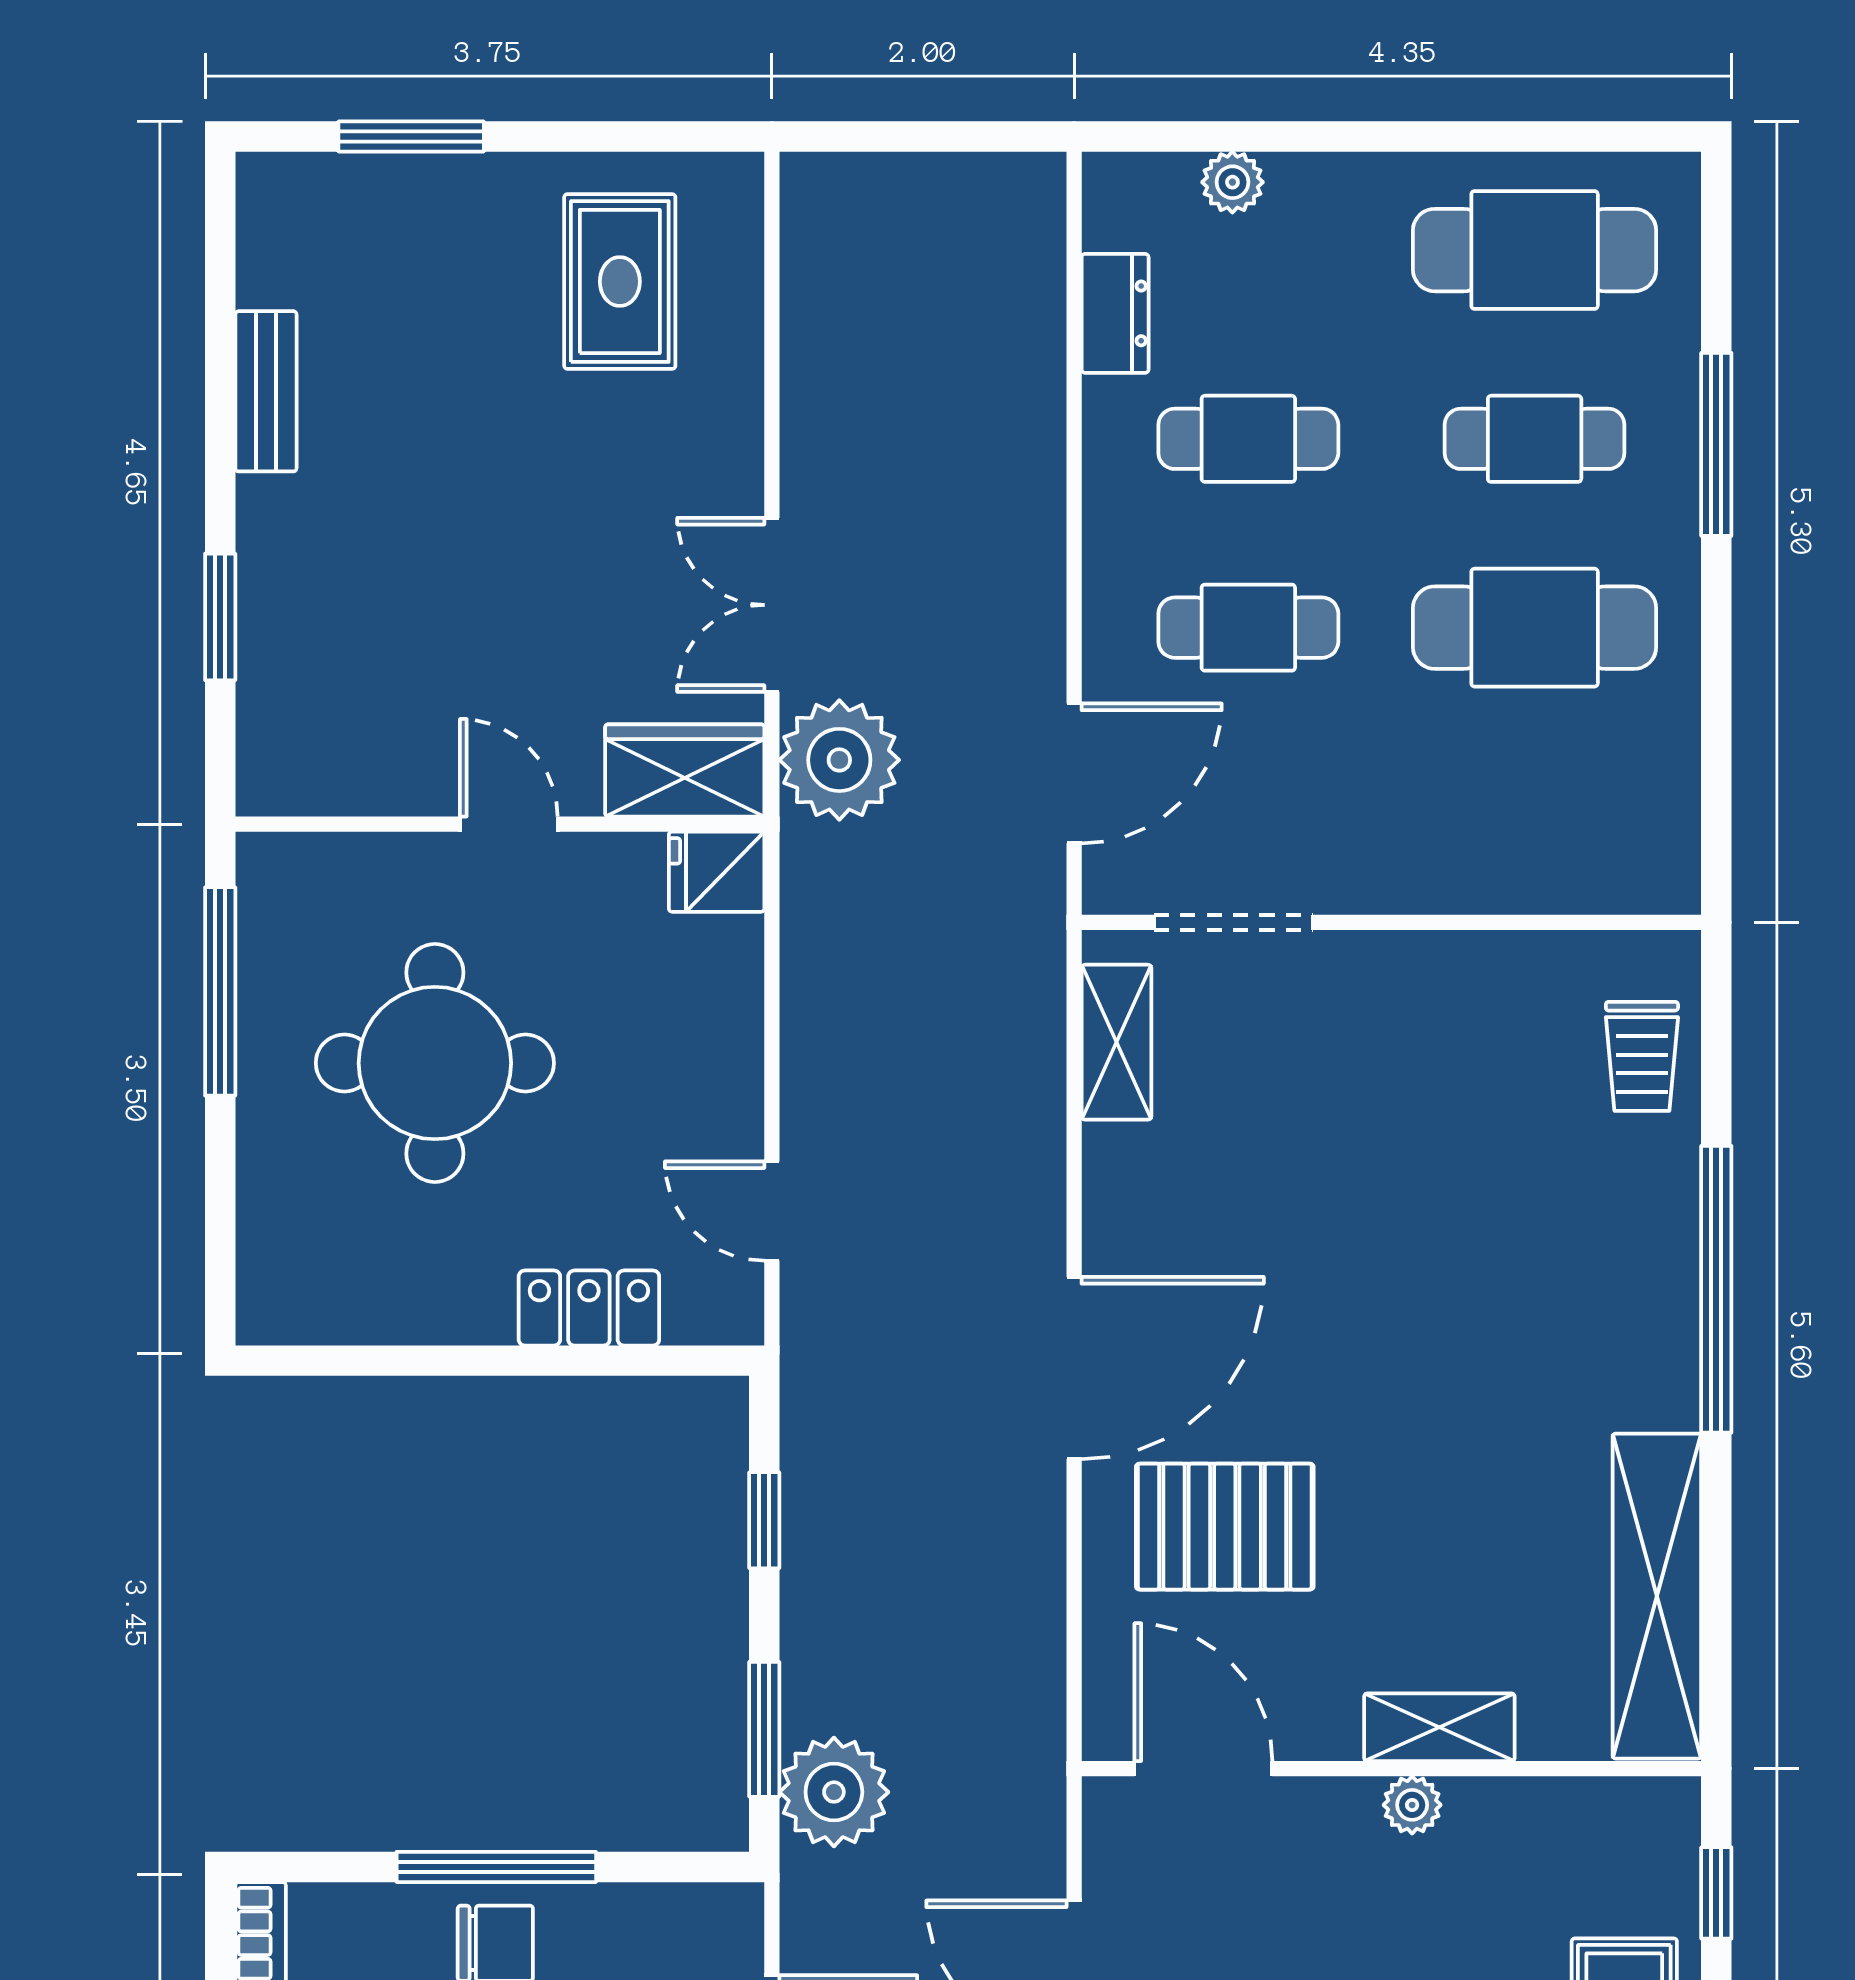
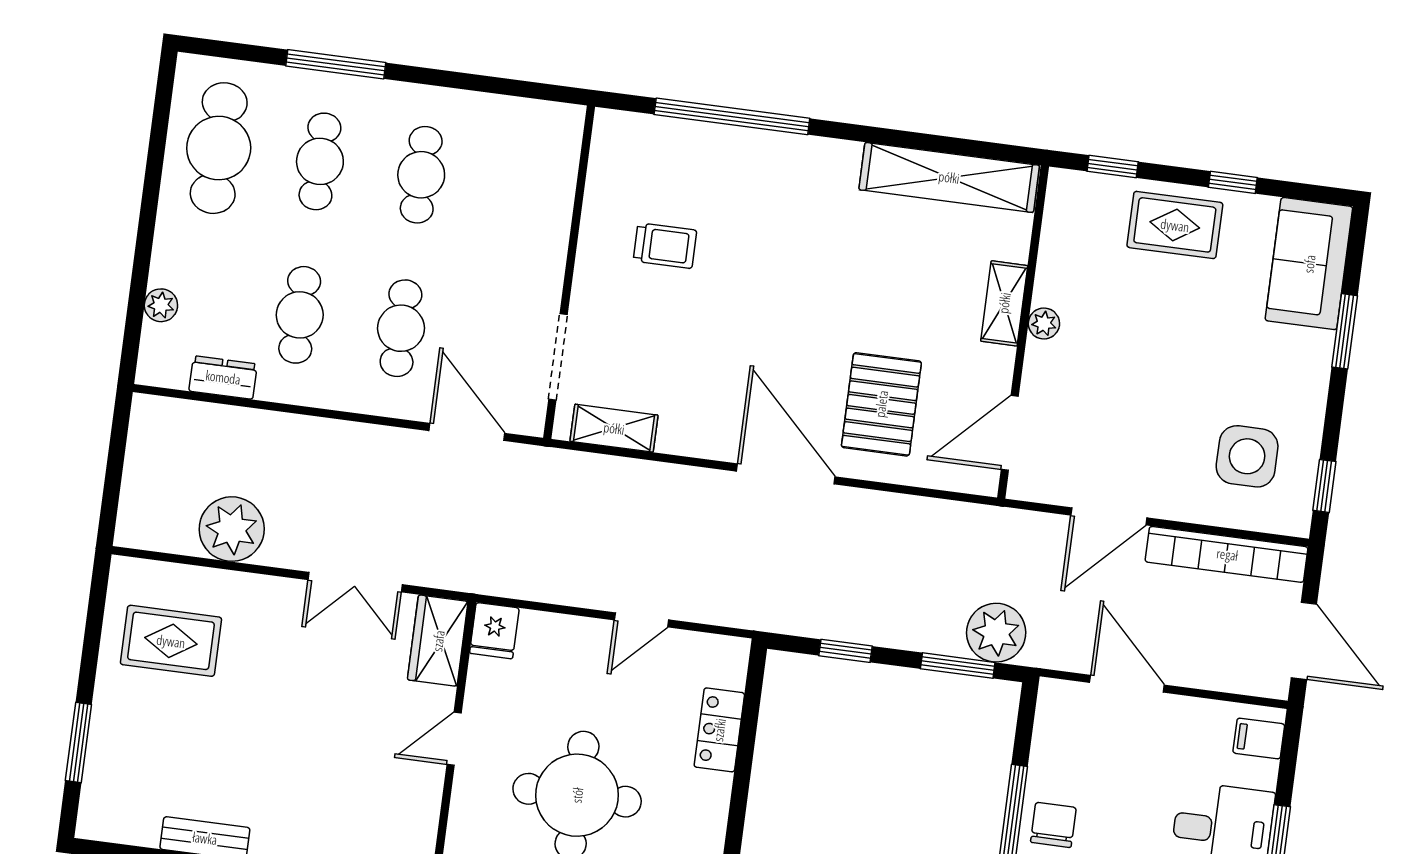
cafe table: (1535, 628) -> (421, 175), width x0.73, depth x0.74
plant: (839, 760) -> (232, 529), moved
trolley: (1642, 1056) -> (665, 246), moved
door: (772, 1211) -> (641, 620), moved
window: (1716, 1289) -> (732, 116), moved

